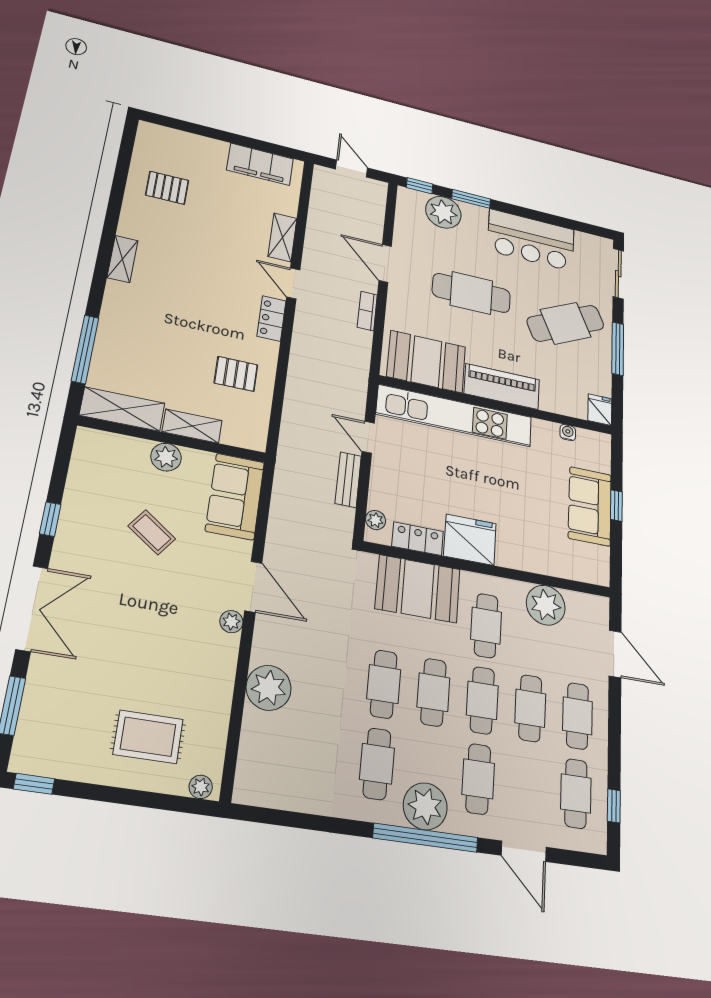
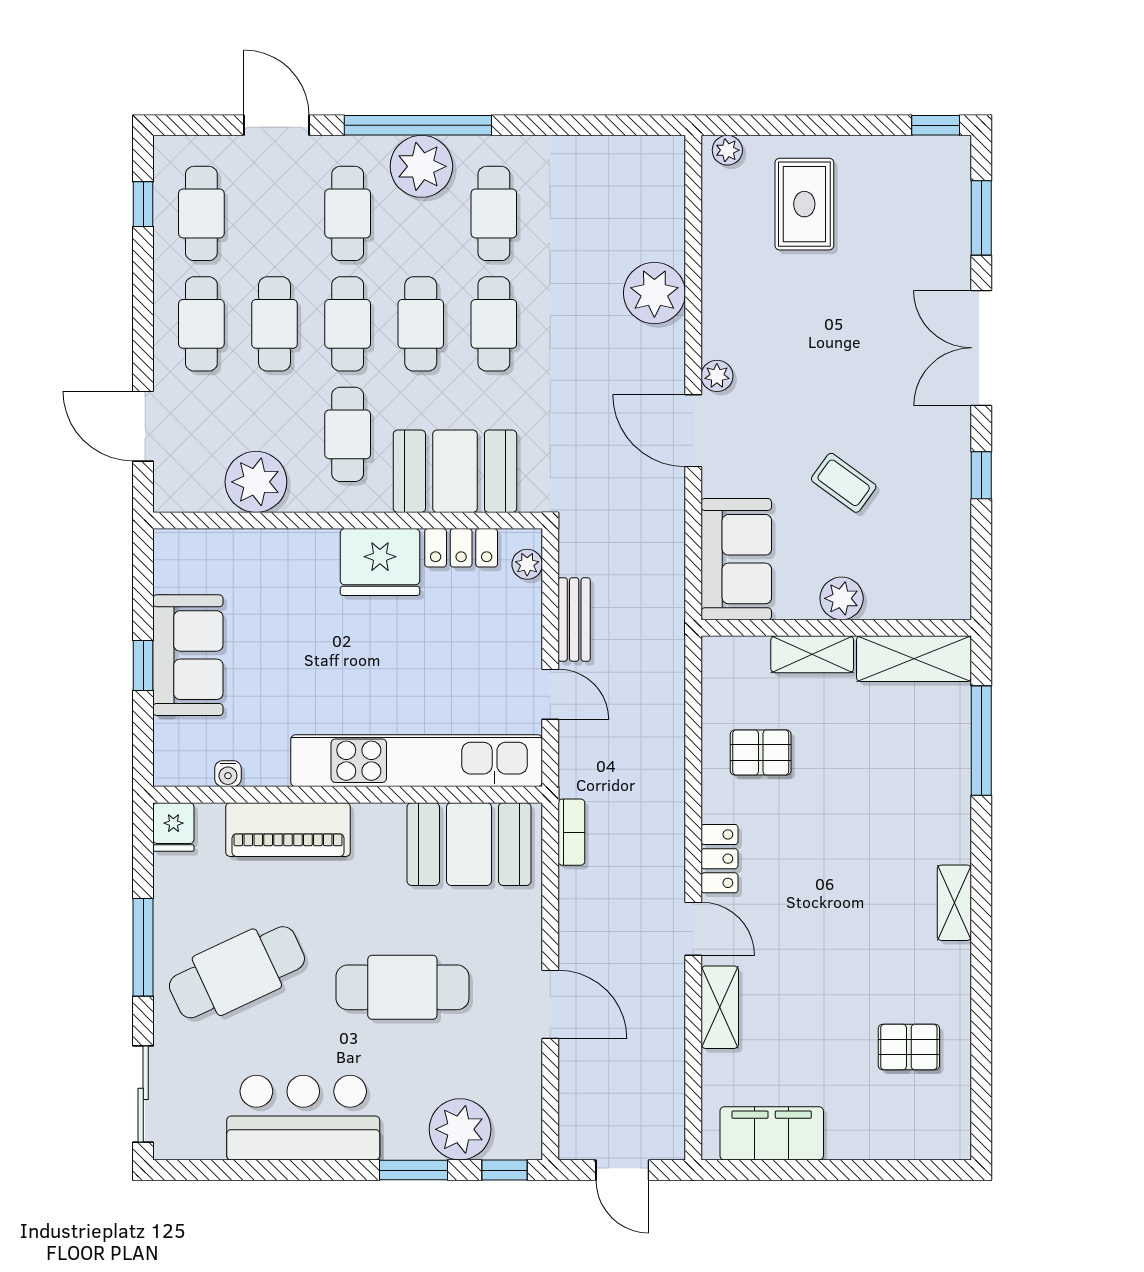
bookcase: (367, 311) -> (571, 832), moved
piano: (502, 387) -> (288, 830), moved
rug: (148, 737) -> (804, 204), turned 90

